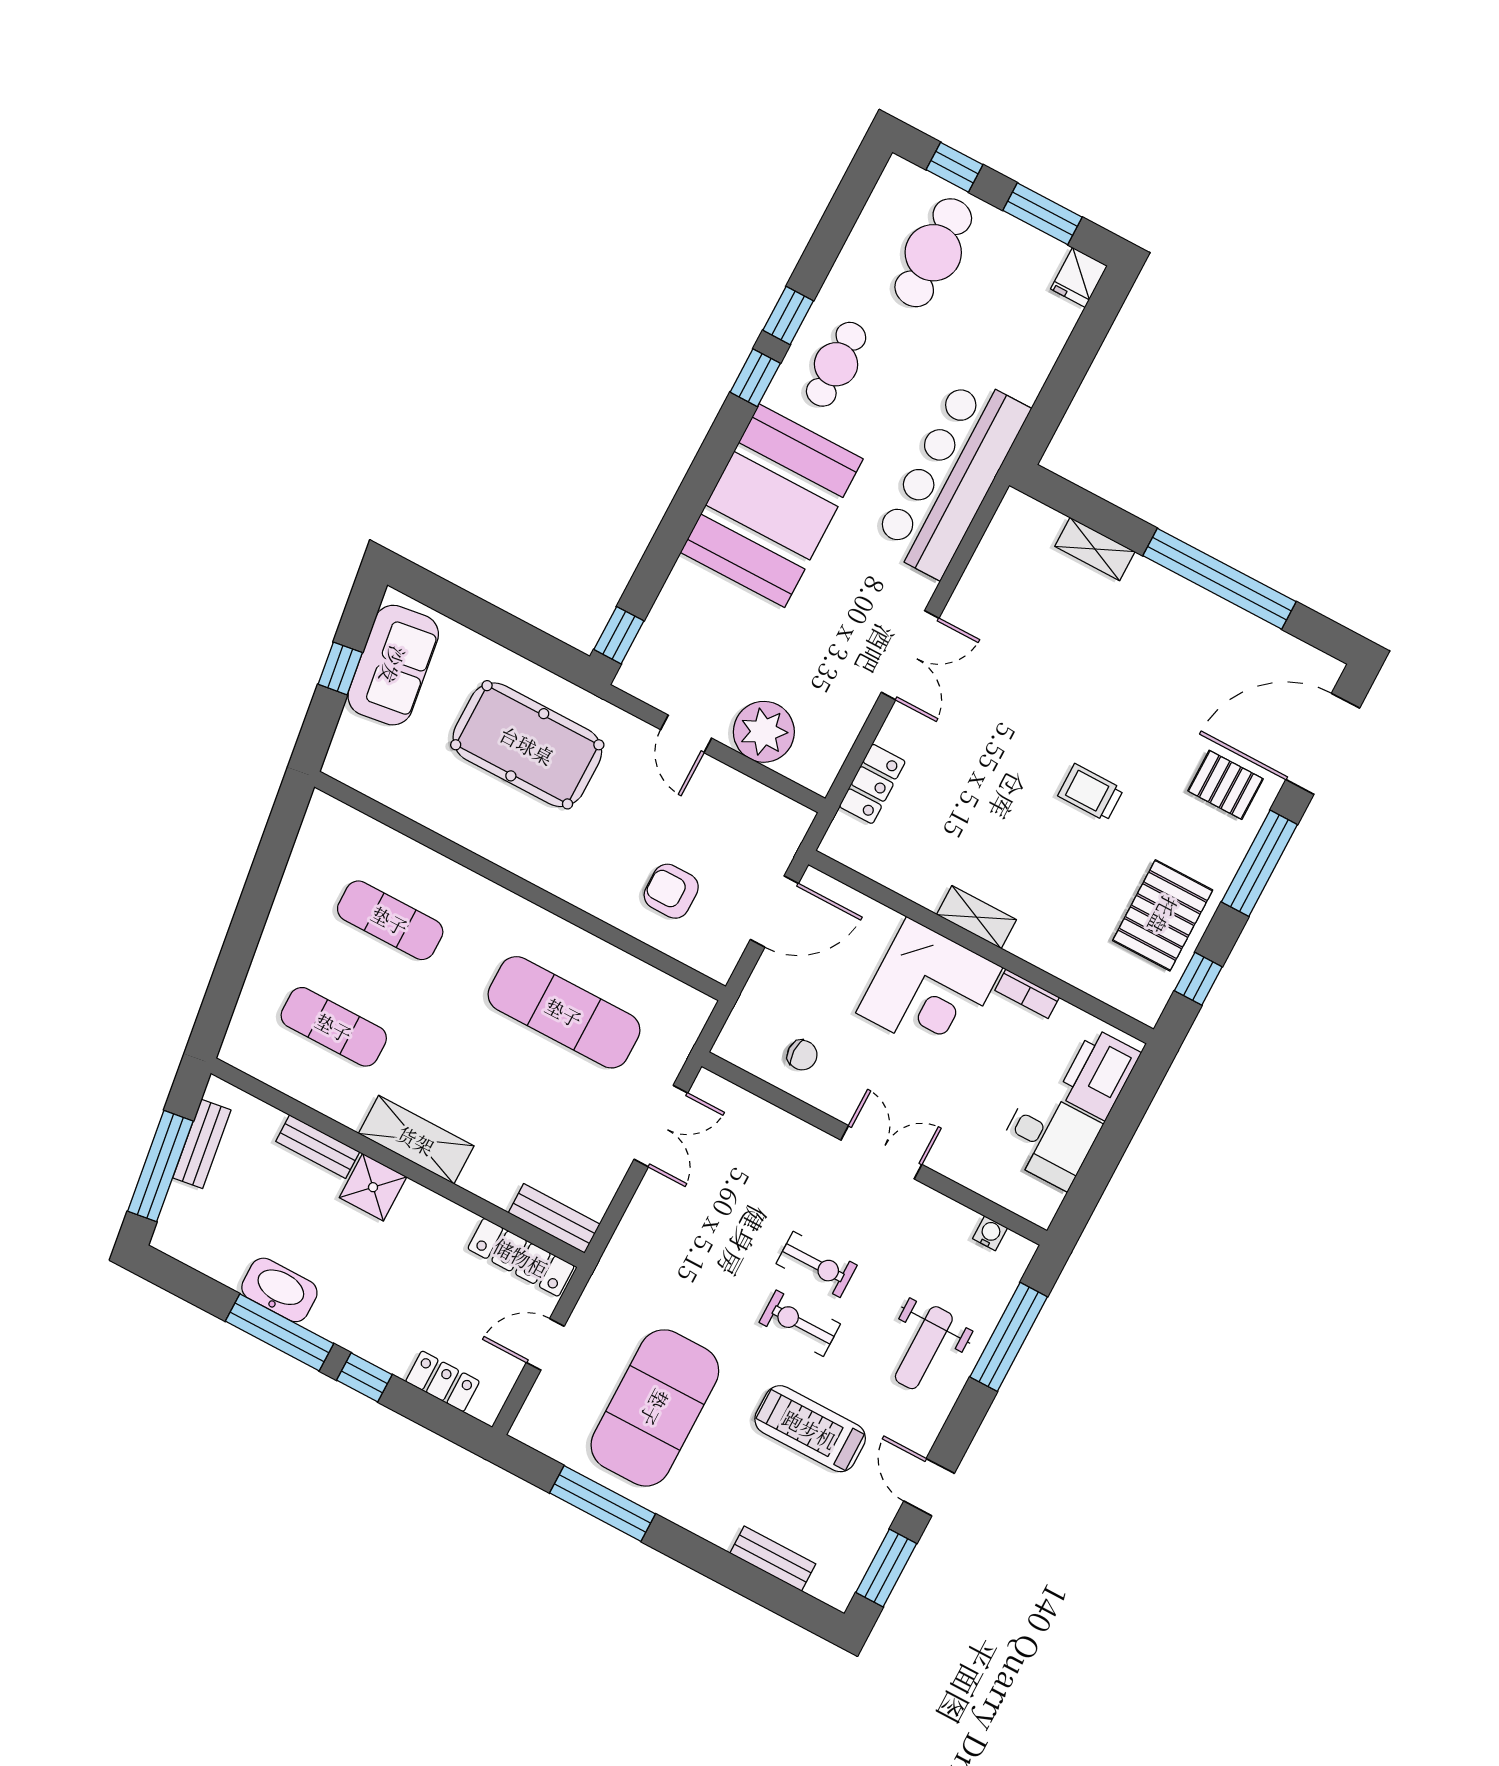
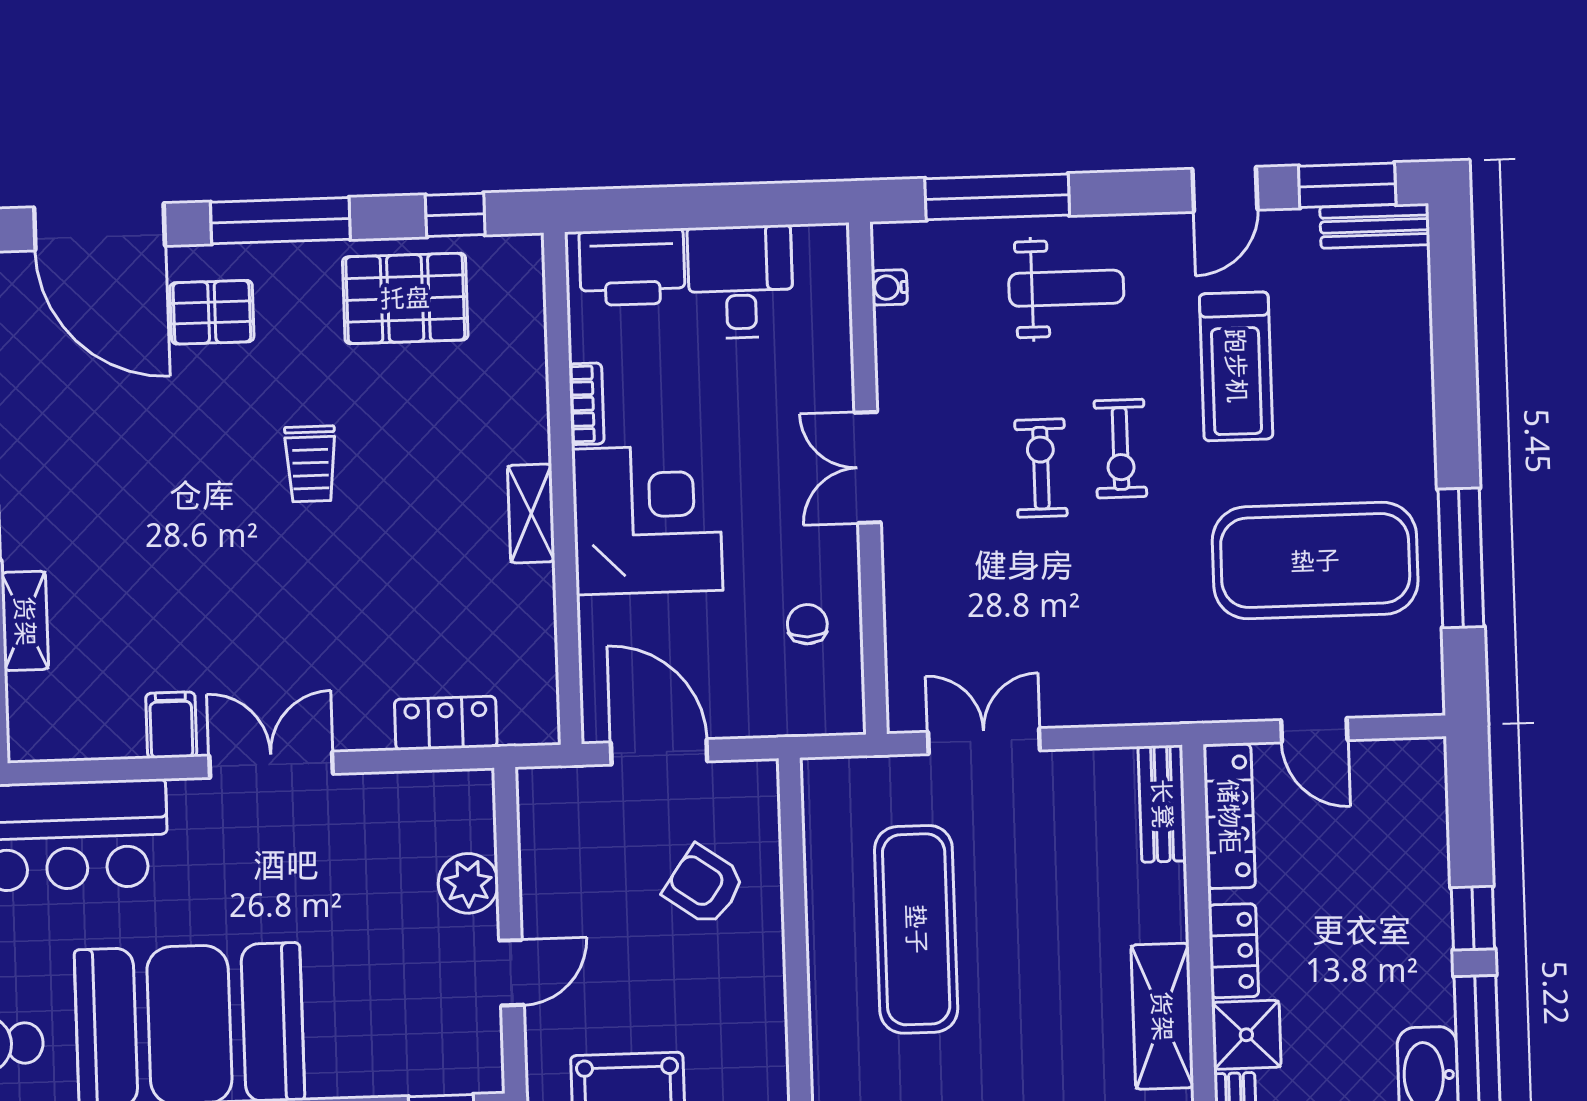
filing cabinet: (973, 605) -> (171, 725), added
plant: (764, 732) -> (468, 883), width x0.73, depth x0.73
pallet: (1225, 785) -> (212, 312), turned 90
armchair: (671, 891) -> (704, 885), turned 125
locker: (443, 1381) -> (1233, 951), moved, turned 180
bench: (773, 1559) -> (1375, 226), moved, turned 90

